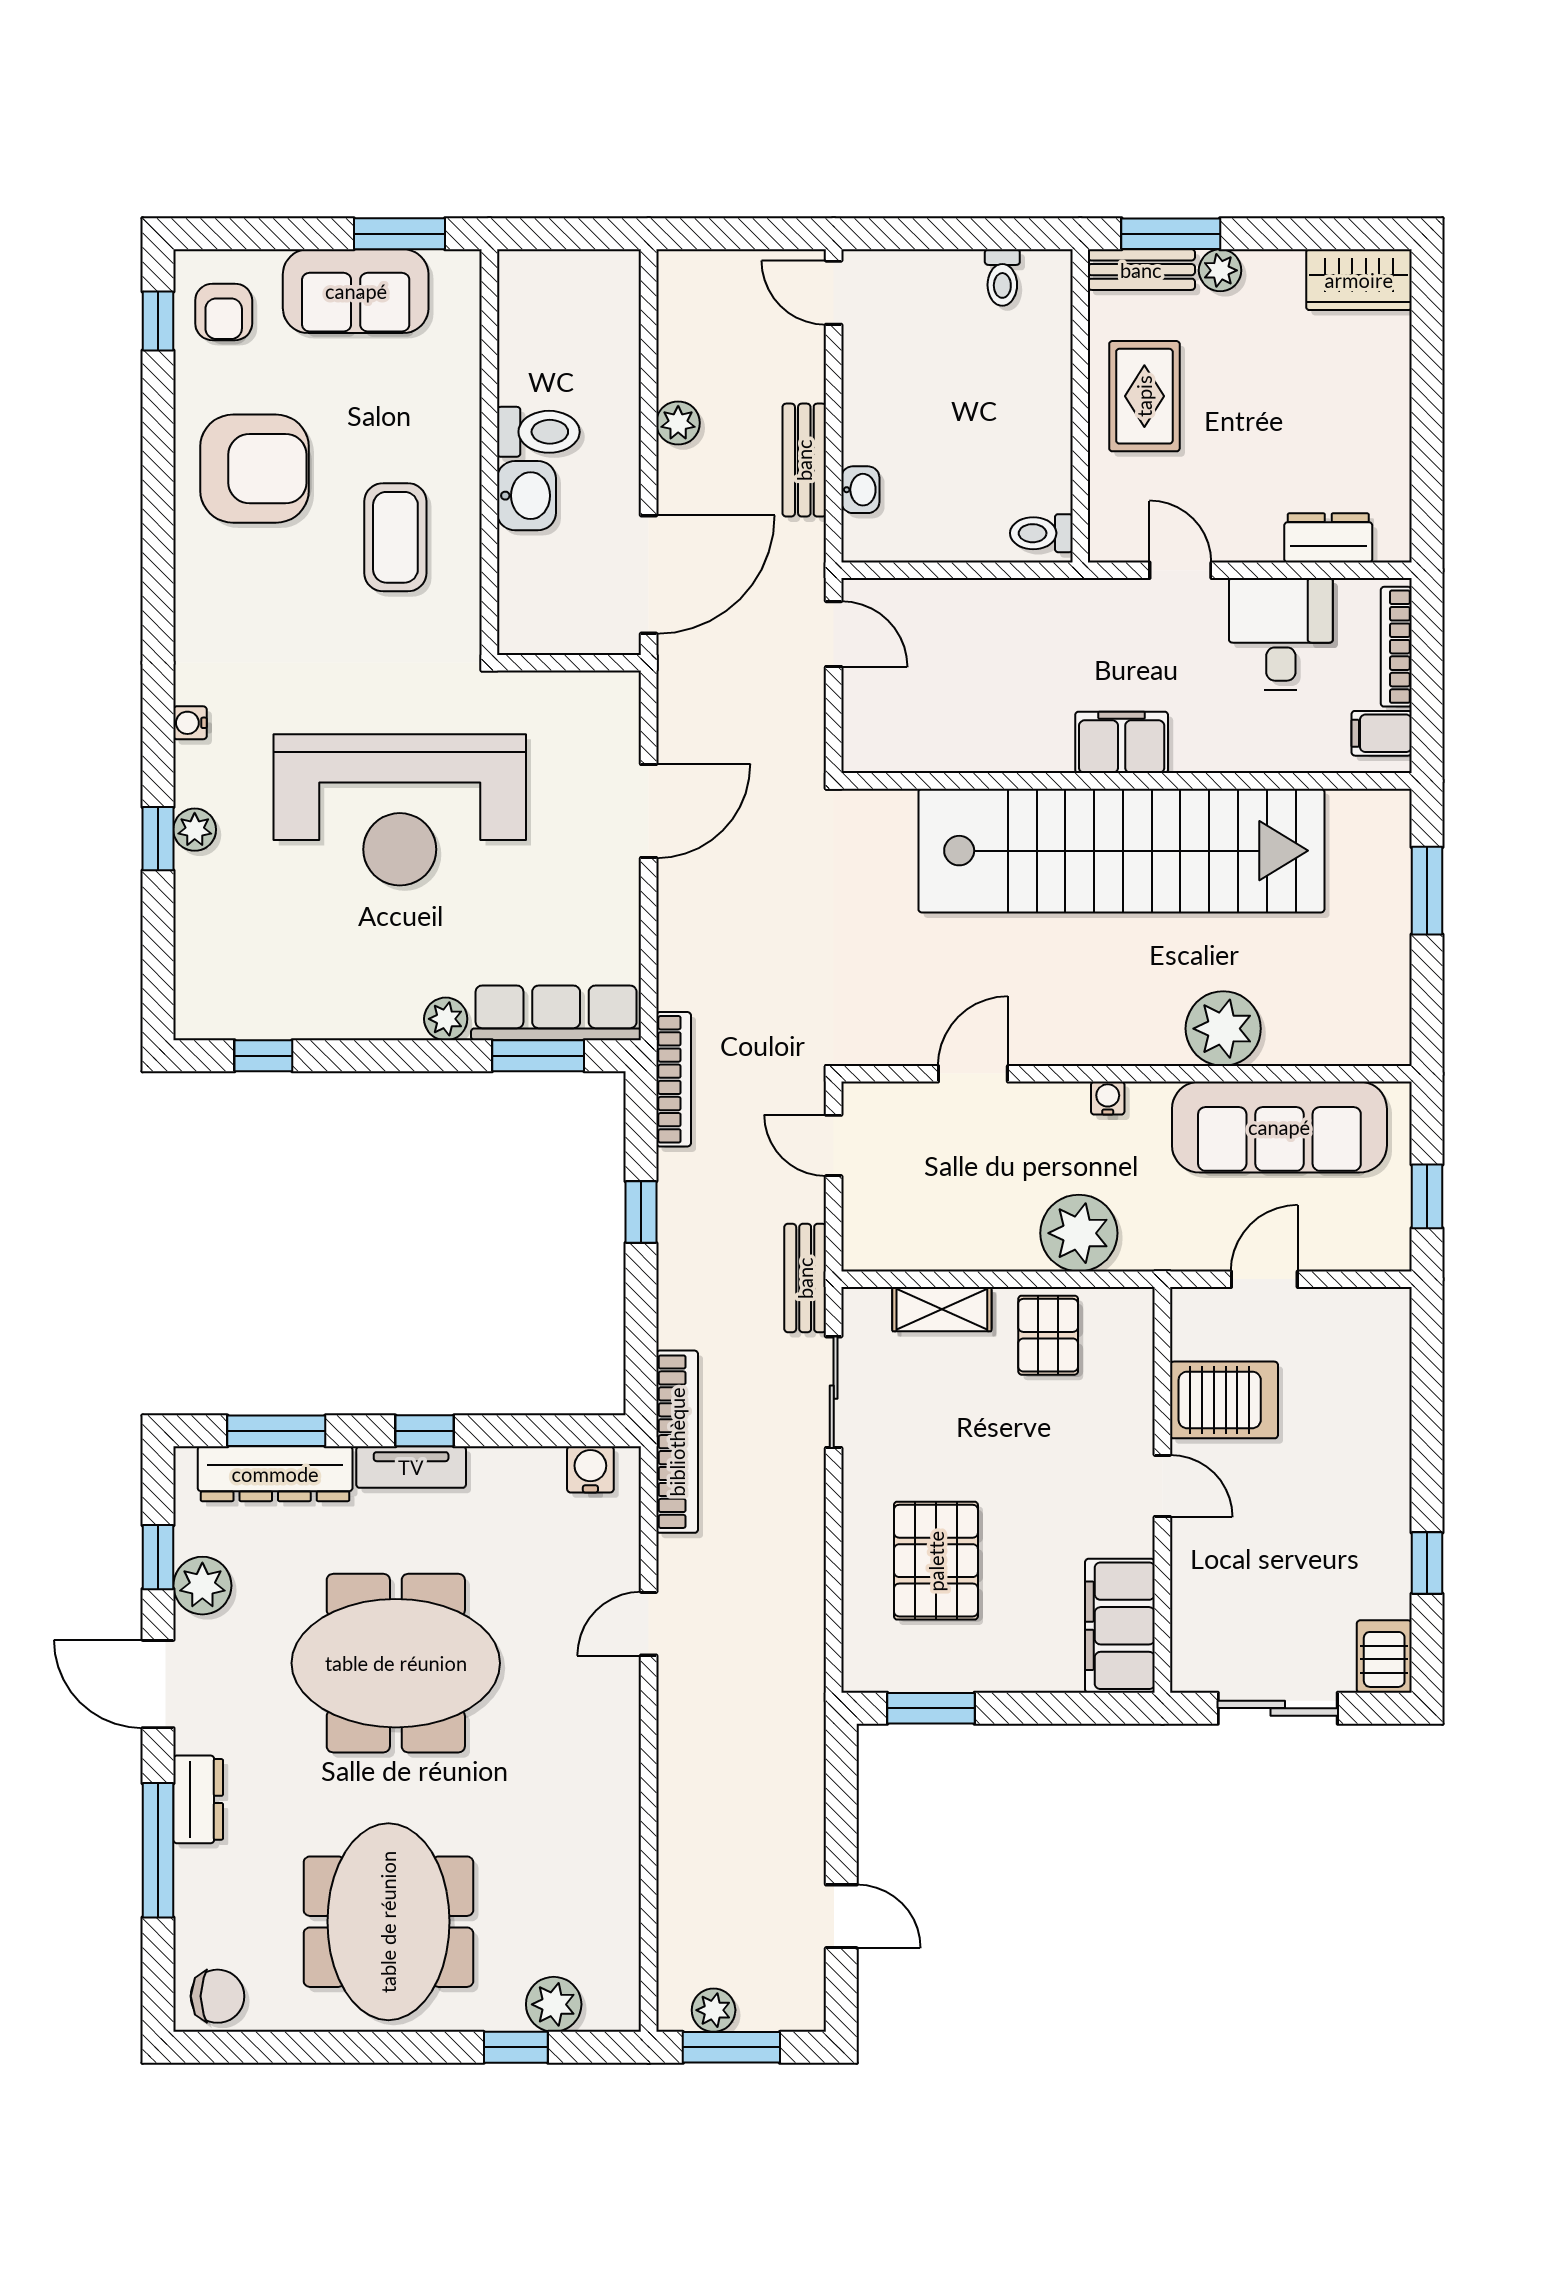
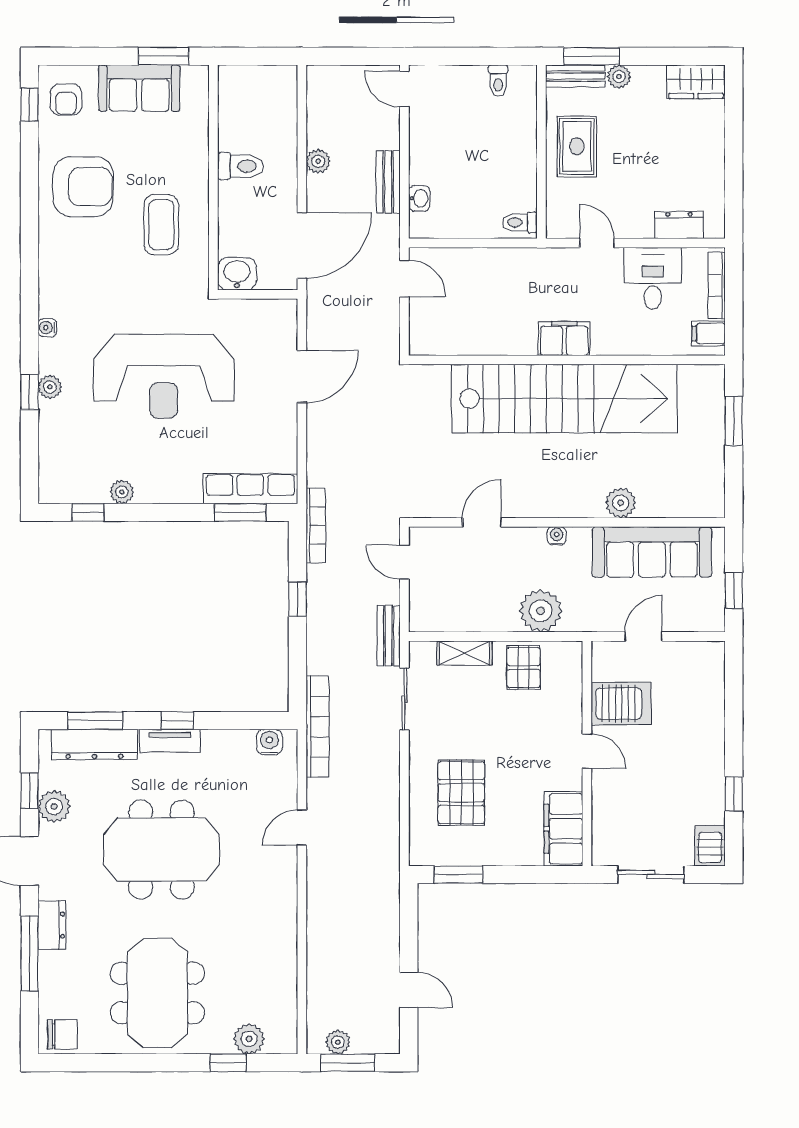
washbasin: (526, 496) -> (237, 274), moved, turned -90
plant: (446, 1019) -> (122, 492), moved
plant: (1223, 1029) -> (621, 503), width x0.73, depth x0.73

